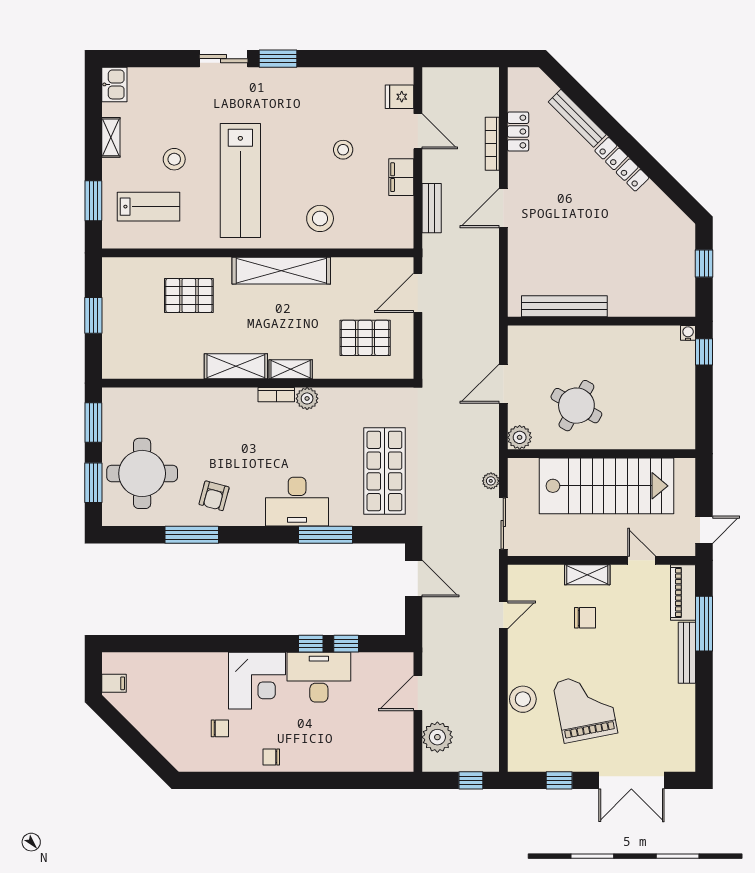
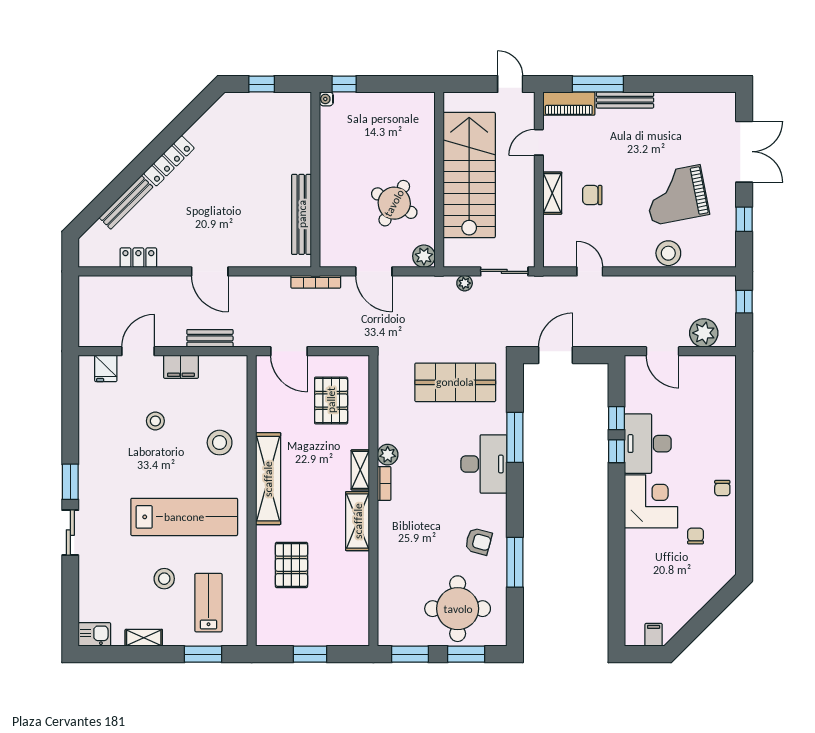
bookcase: (492, 144) -> (316, 282), moved
chair: (585, 618) -> (592, 195), turned -90

